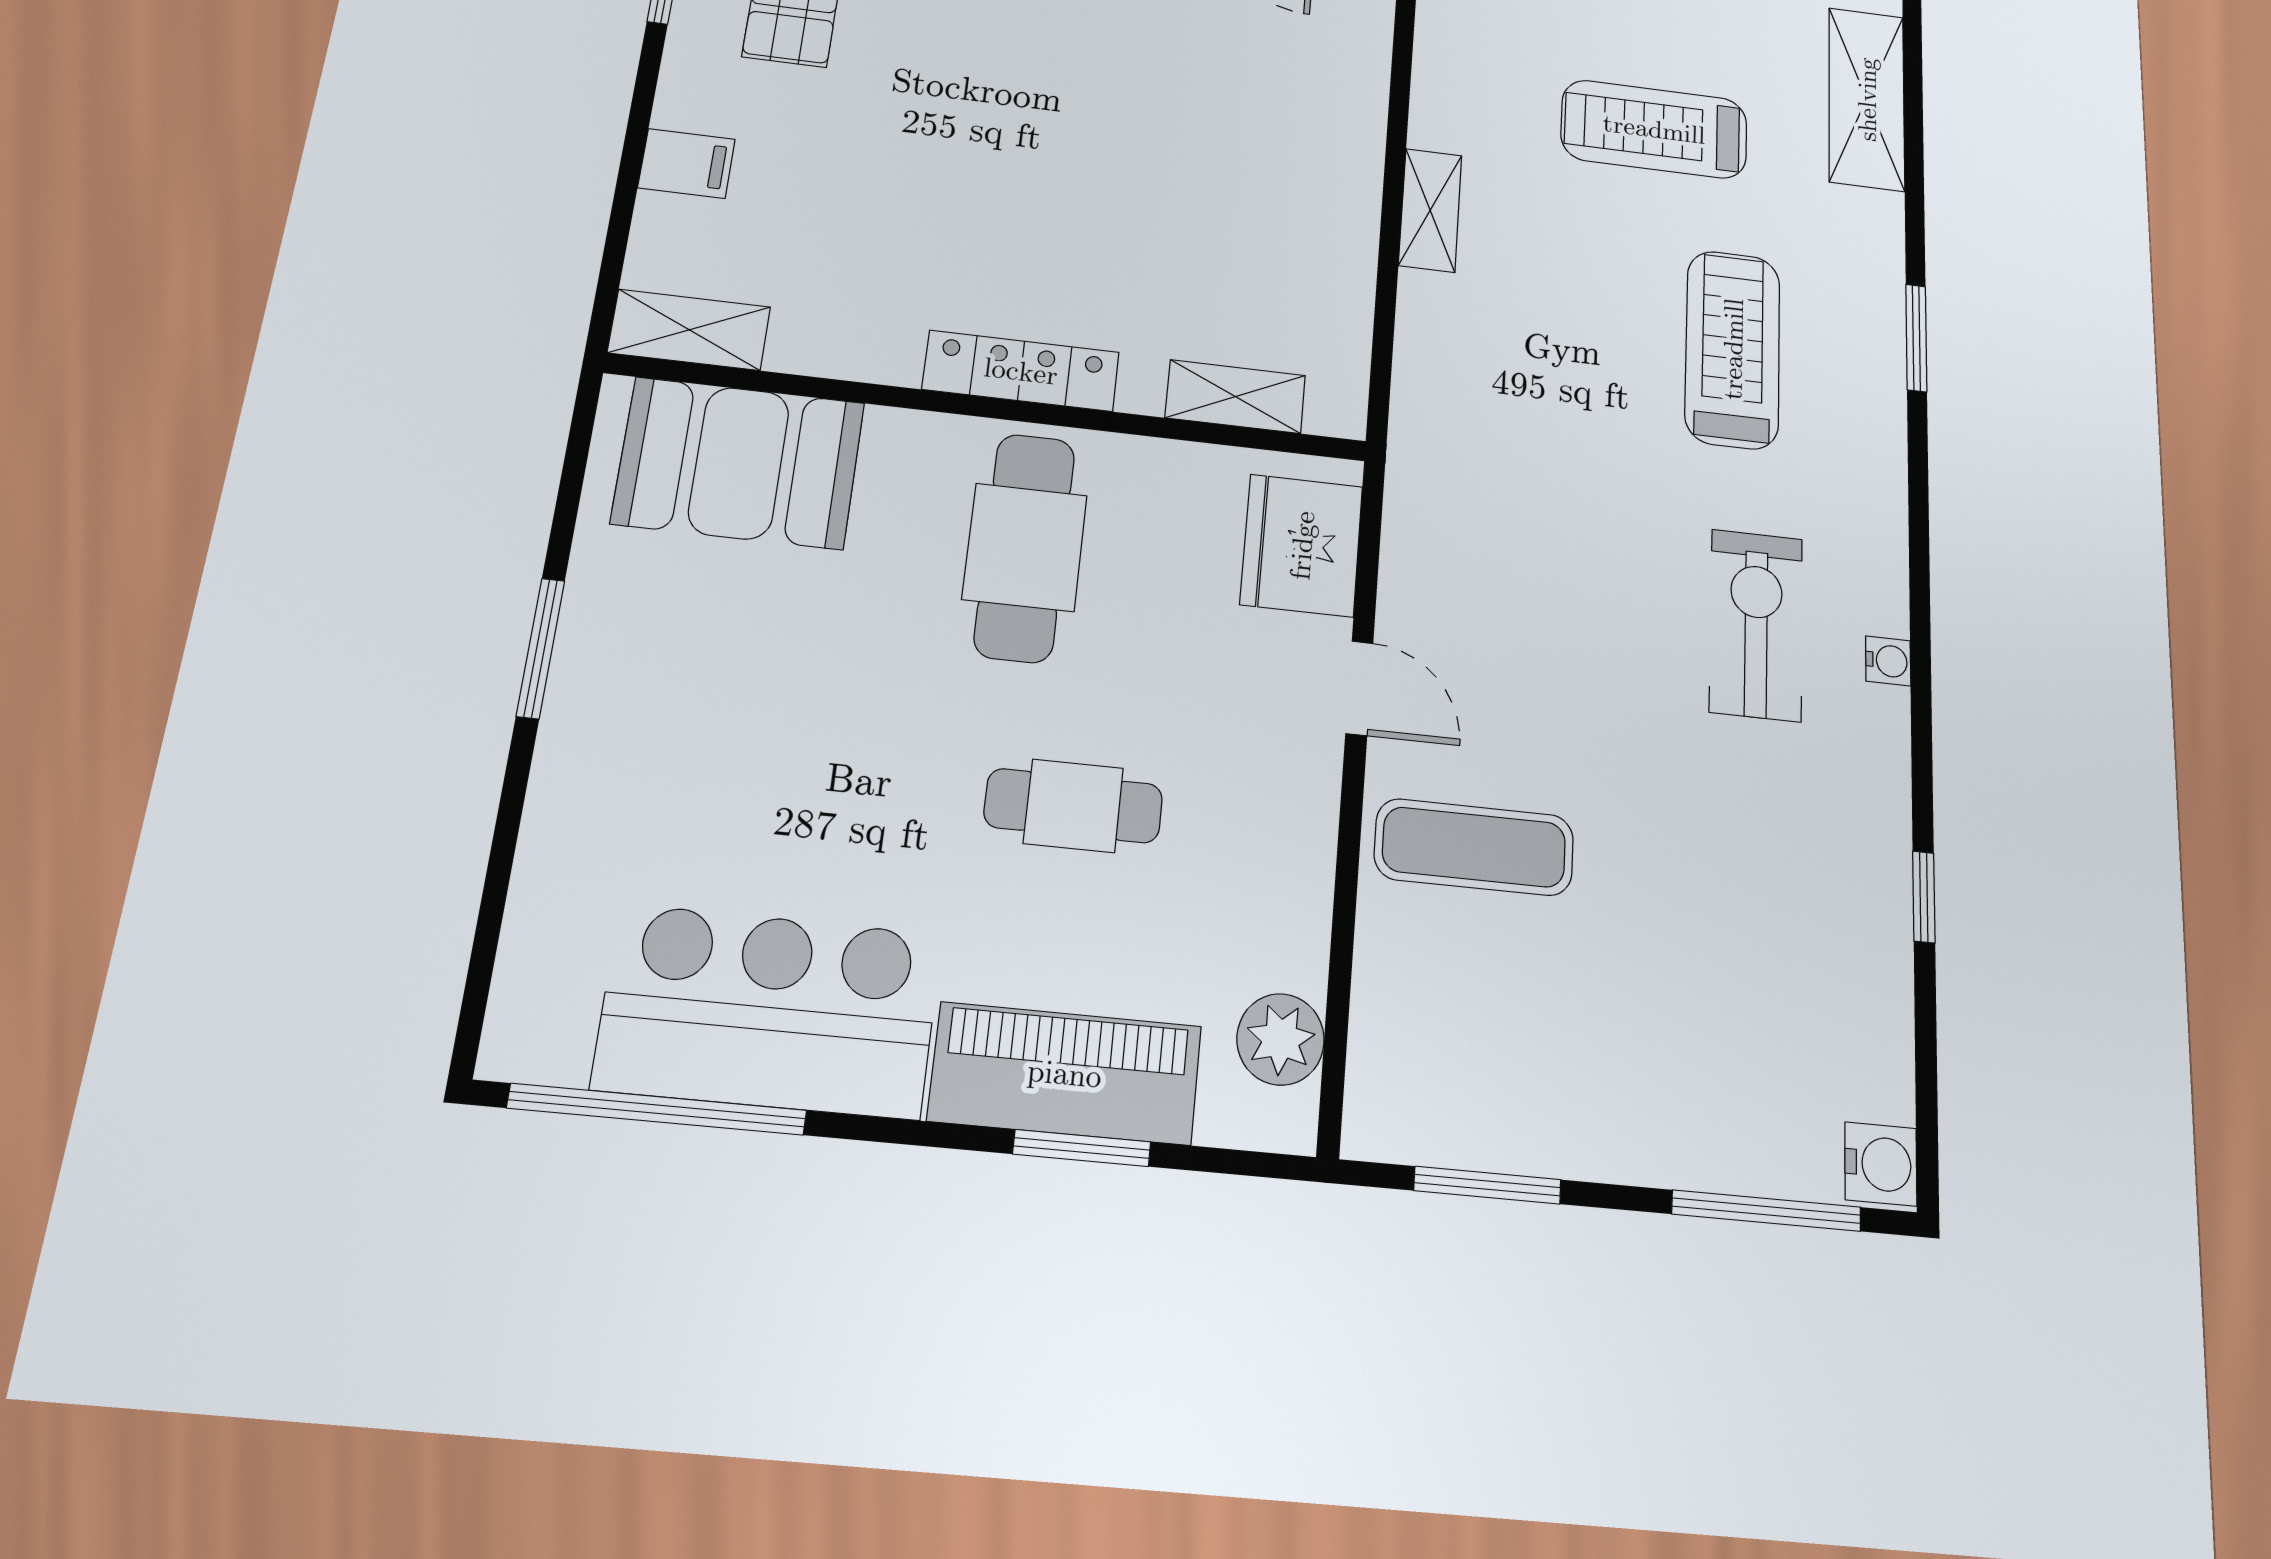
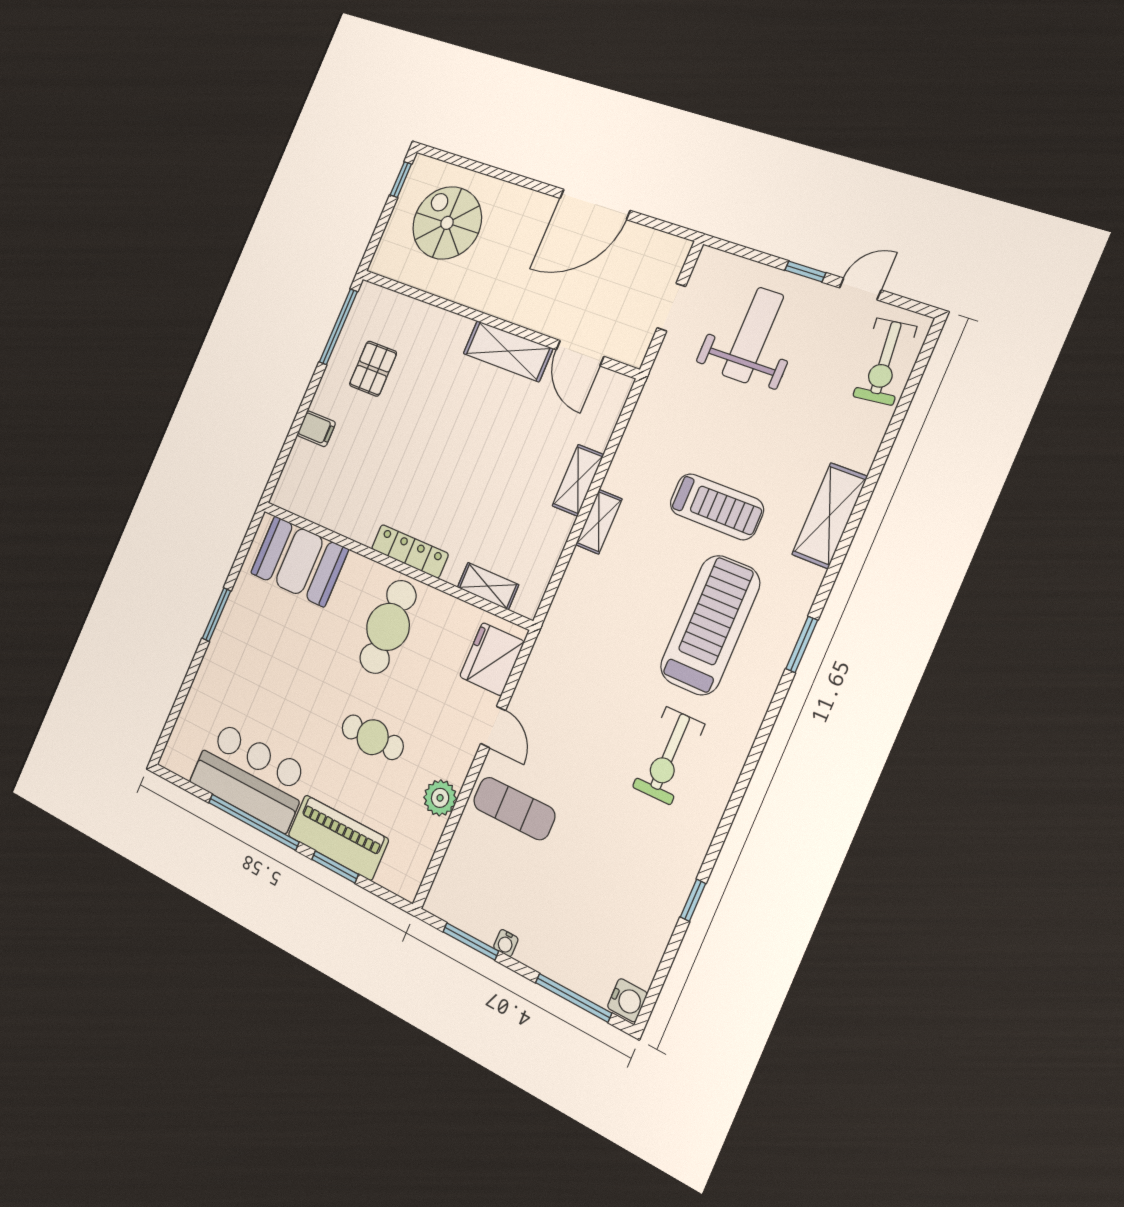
treadmill: (1654, 129) -> (717, 507), turned 180
shelving: (689, 330) -> (578, 480), moved, turned 90
treadmill: (1733, 349) -> (710, 625), width x1.37, depth x1.38
exercise bike: (1756, 625) -> (668, 756), turned 180
water cooler: (1888, 661) -> (506, 943), moved, turned 90
plant: (1281, 1039) -> (440, 798), moved
window: (657, 1109) -> (253, 822), moved

